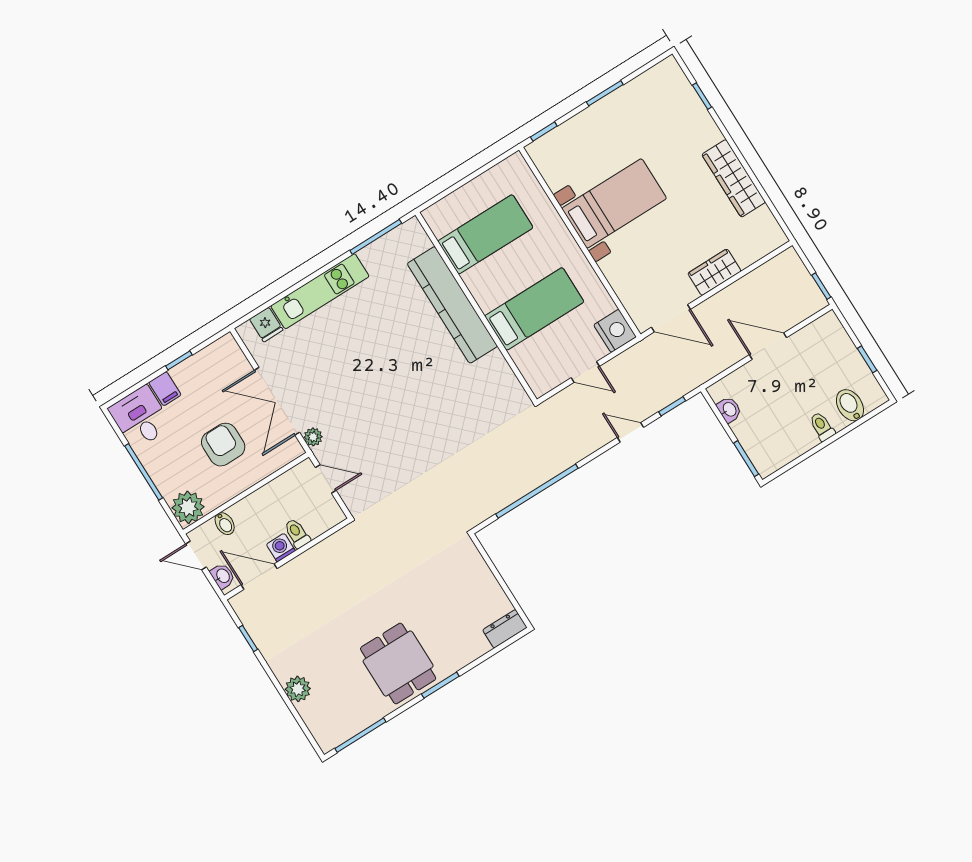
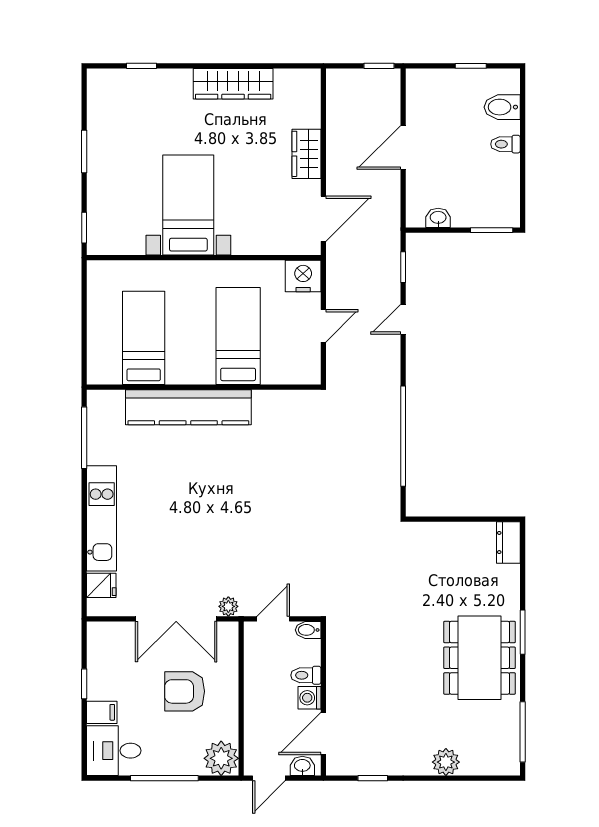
bidet: (225, 524) -> (308, 630), moved, turned 180
dining table: (398, 664) -> (480, 658), width x1.38

